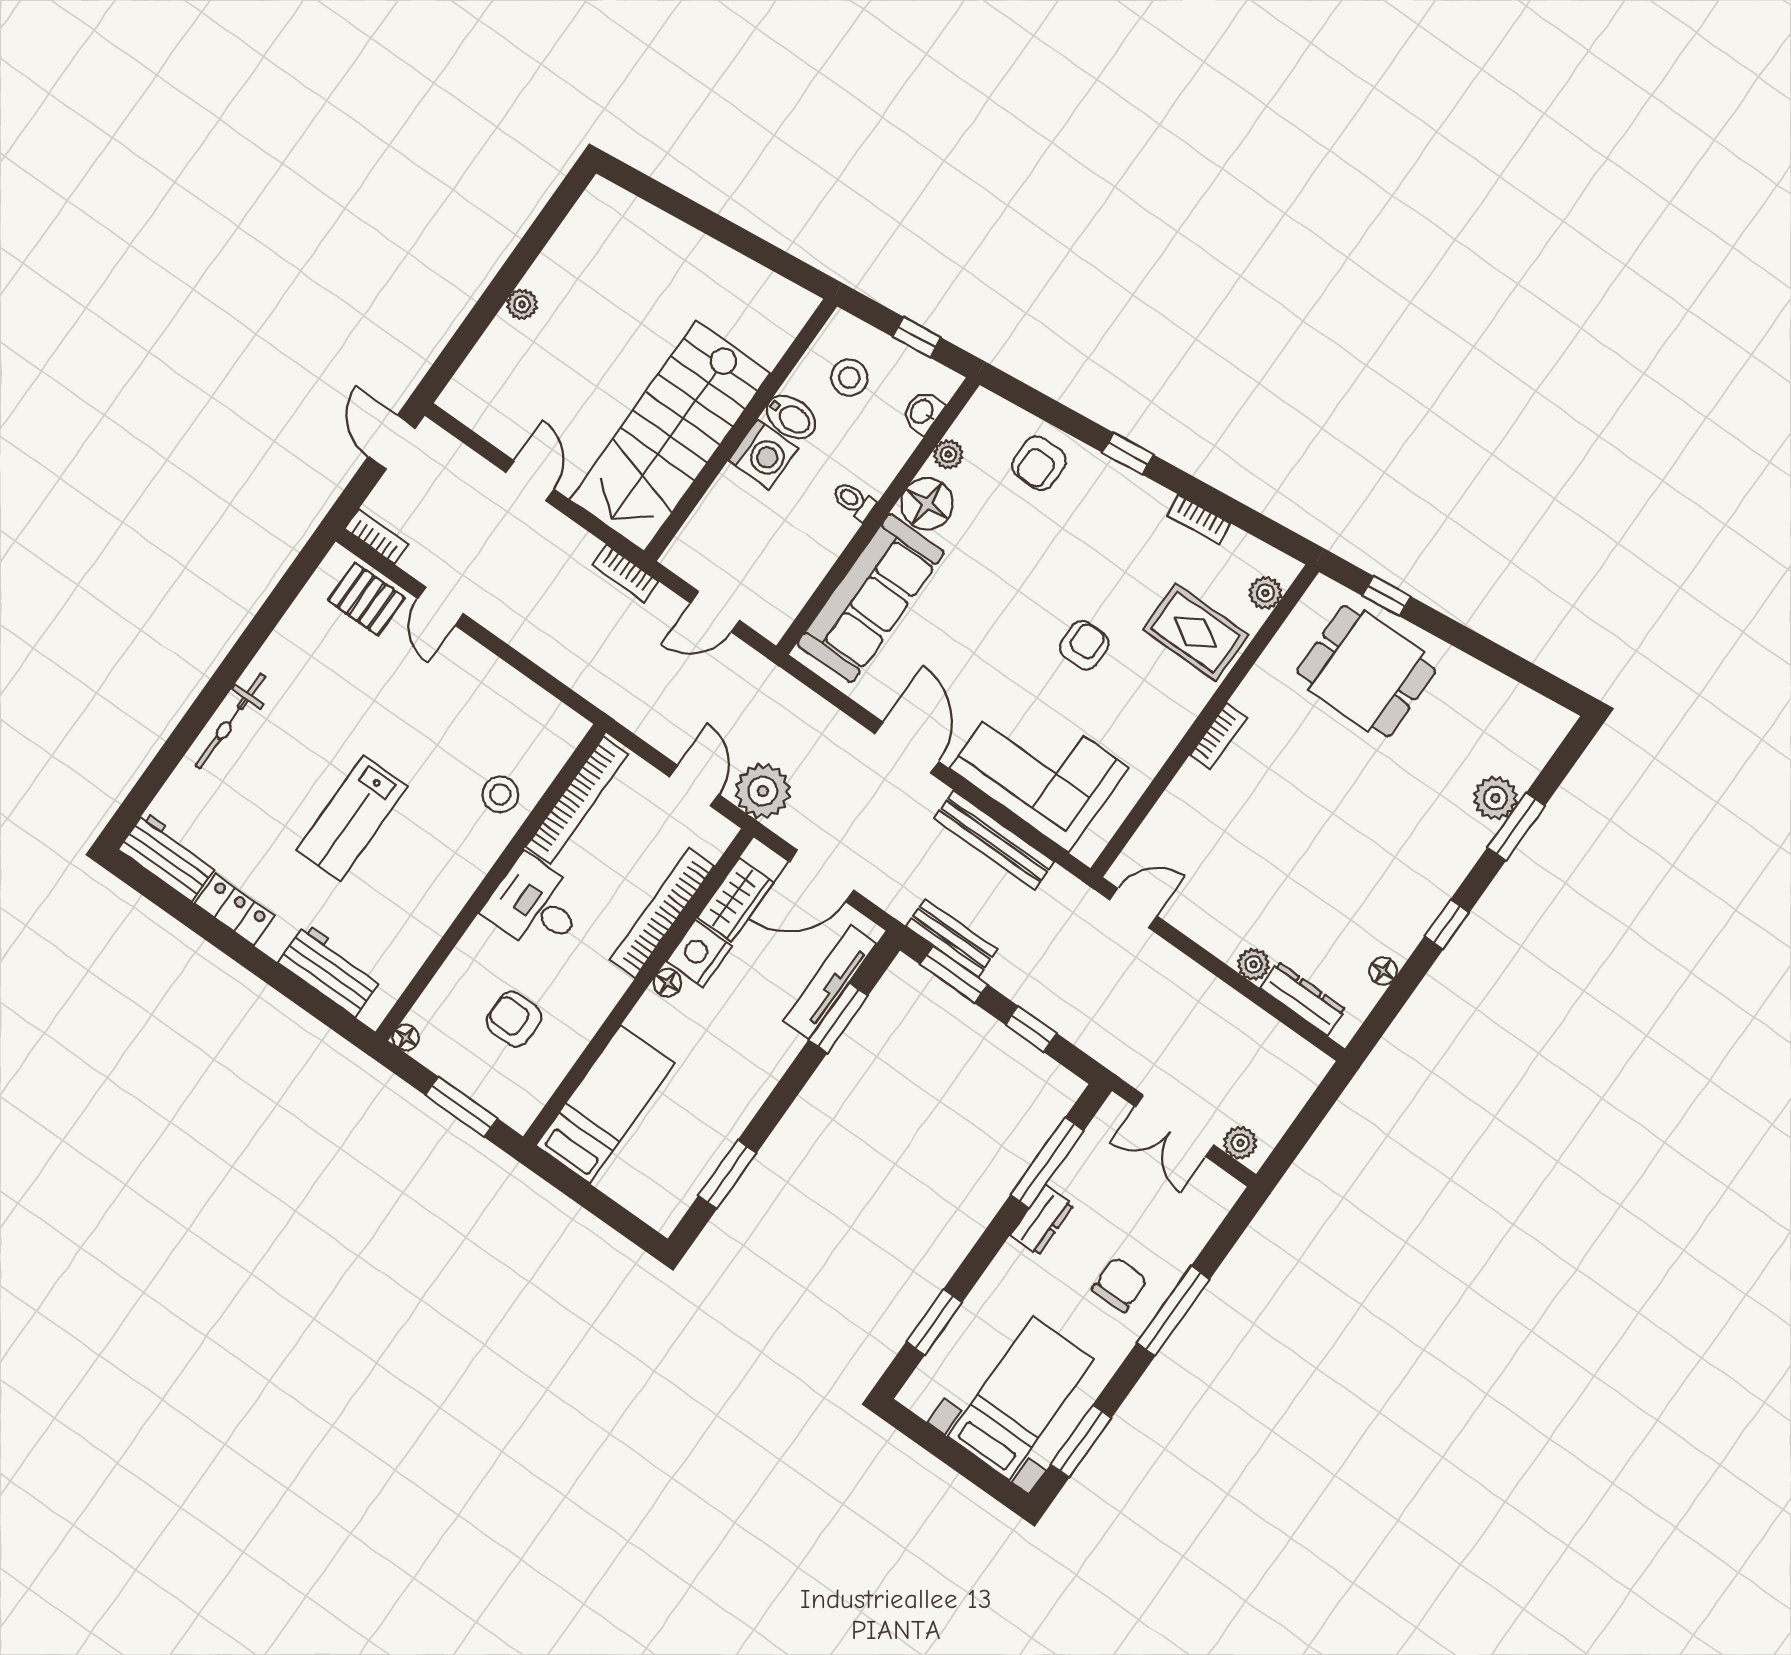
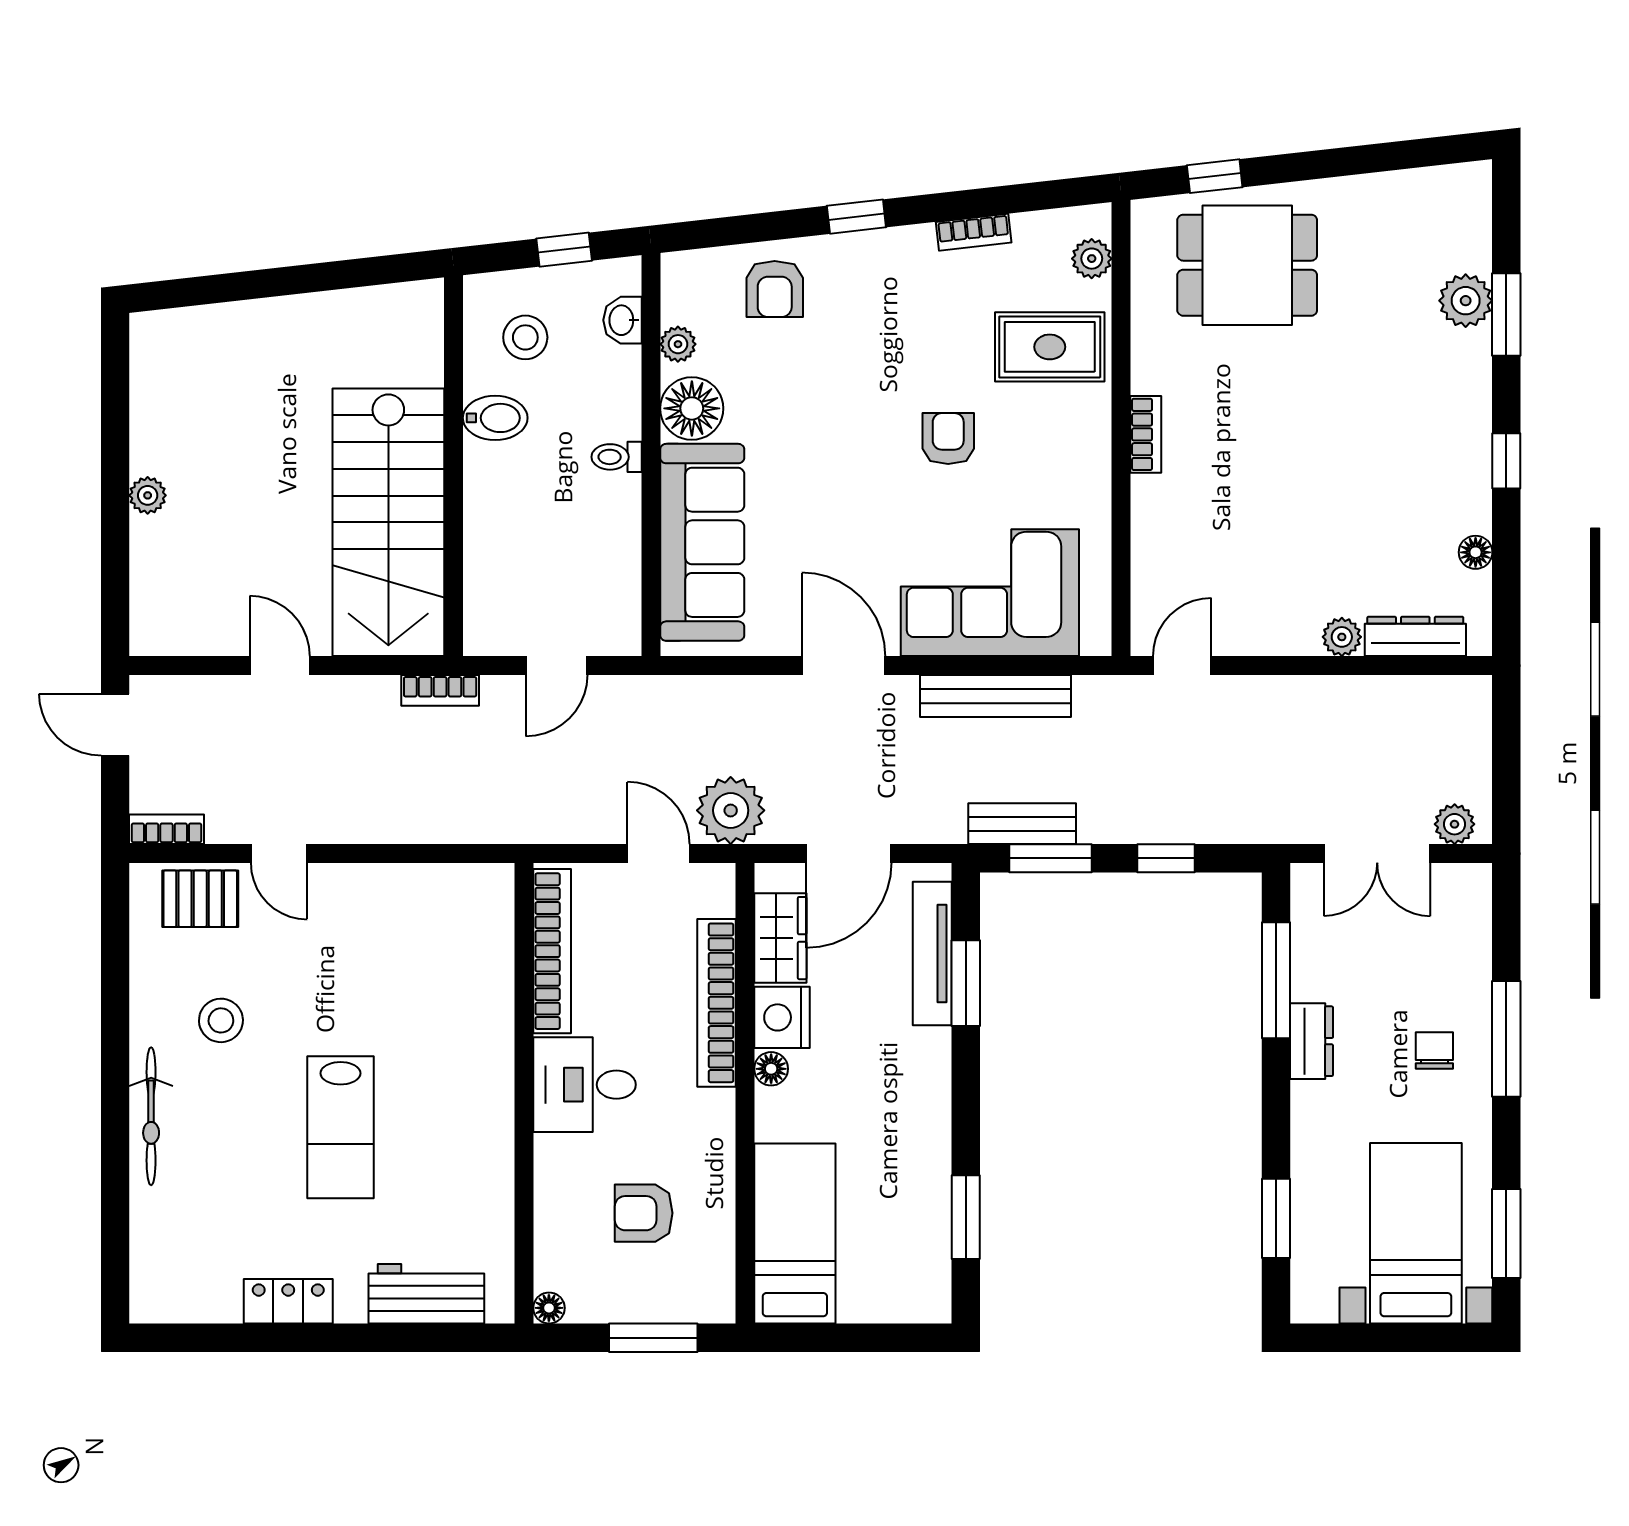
washing machine: (763, 454) -> (494, 475), removed
stool: (500, 794) -> (221, 1020), moved
workbench: (168, 856) -> (185, 1295), removed
chair: (1120, 1285) -> (1434, 1050), width x0.73, depth x0.73

